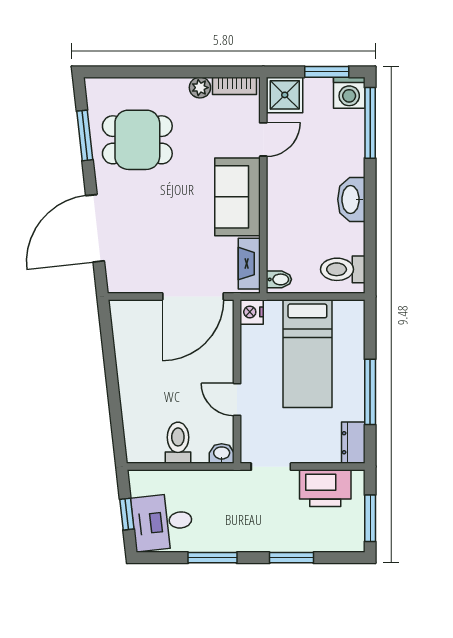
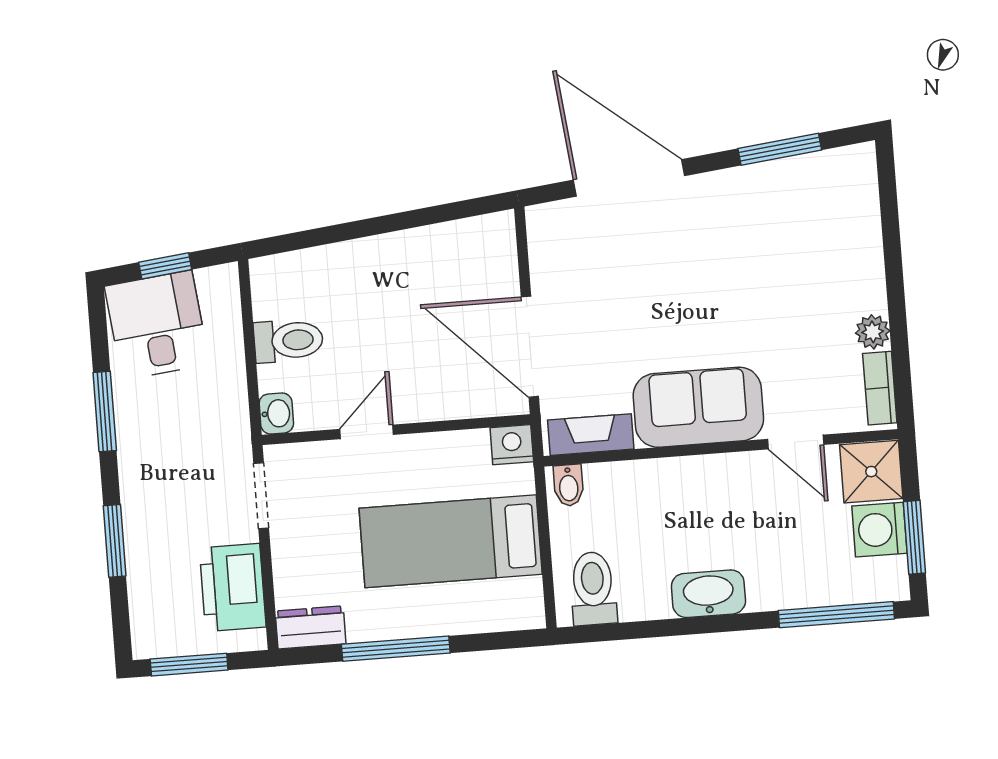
washing machine: (349, 93) -> (879, 530), moved
dining table: (137, 140) -> (779, 236), removed

